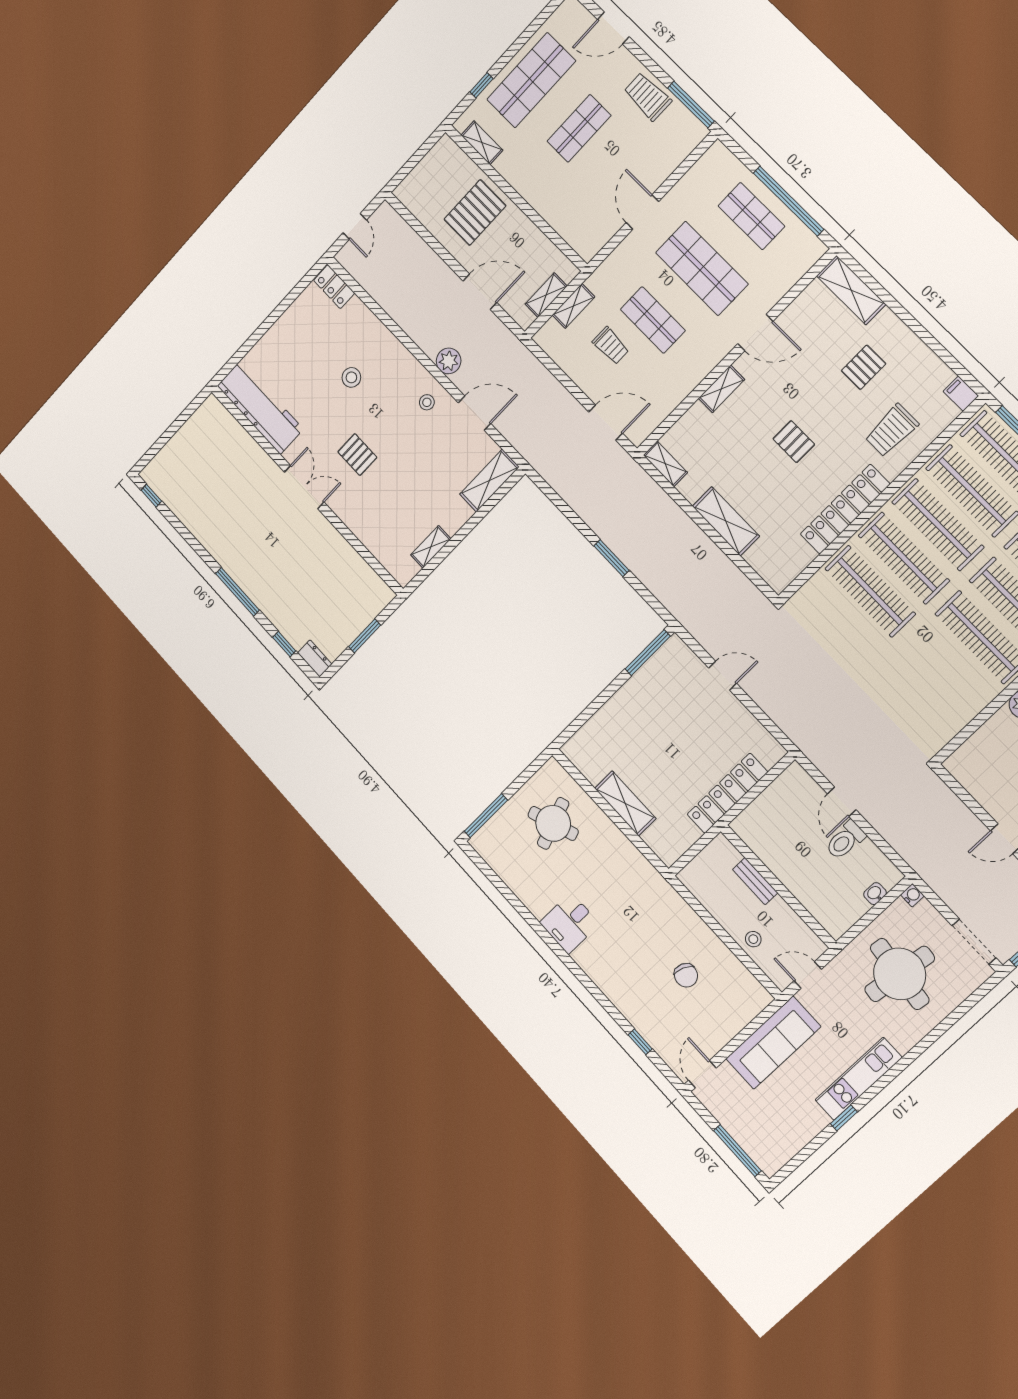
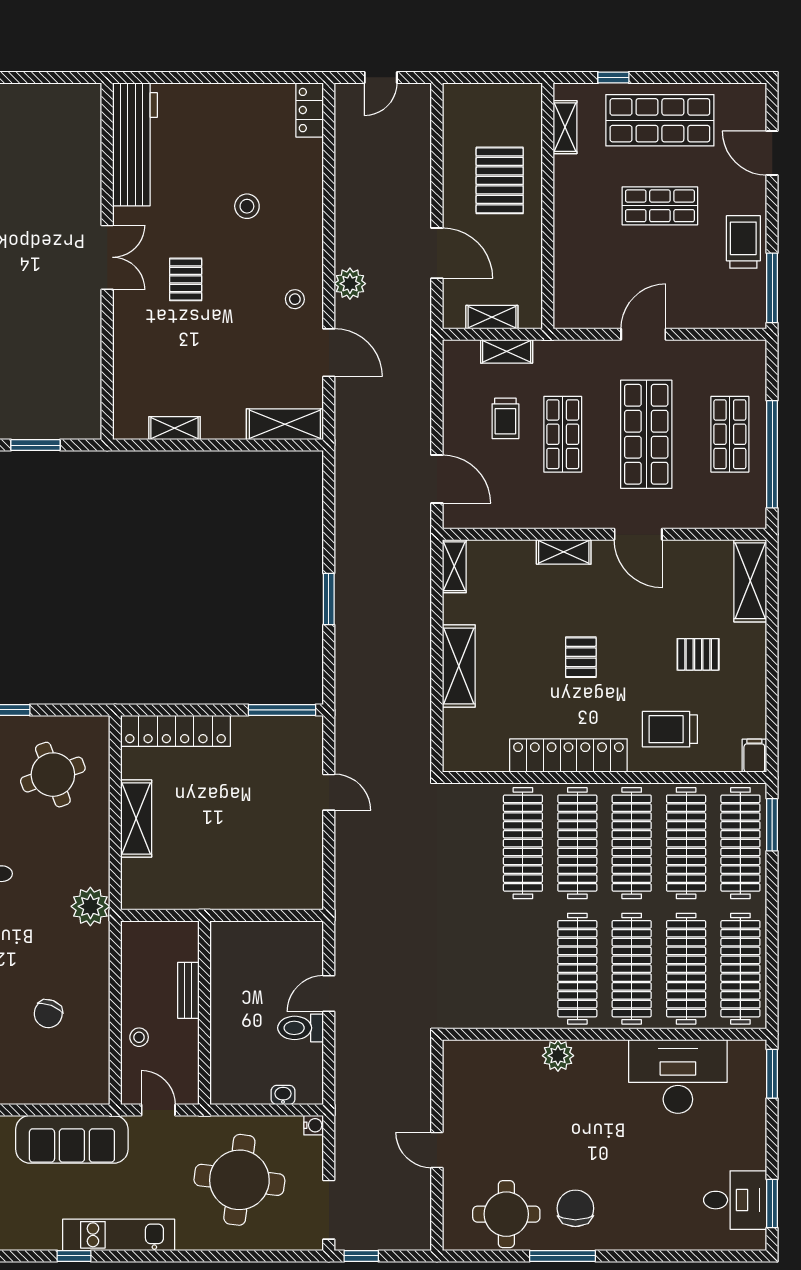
pallet: (475, 212) -> (500, 180), turned 90
locker: (727, 793) -> (176, 731), moved, turned 180
plant: (649, 884) -> (90, 906), added

